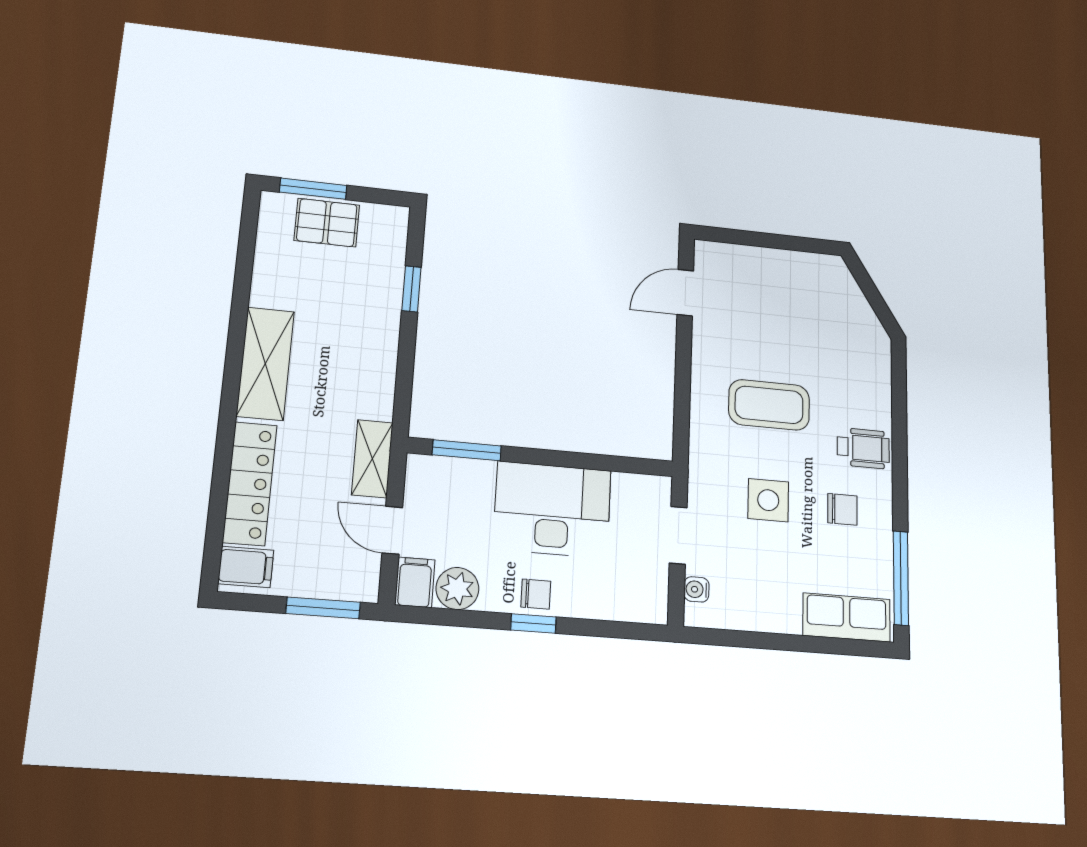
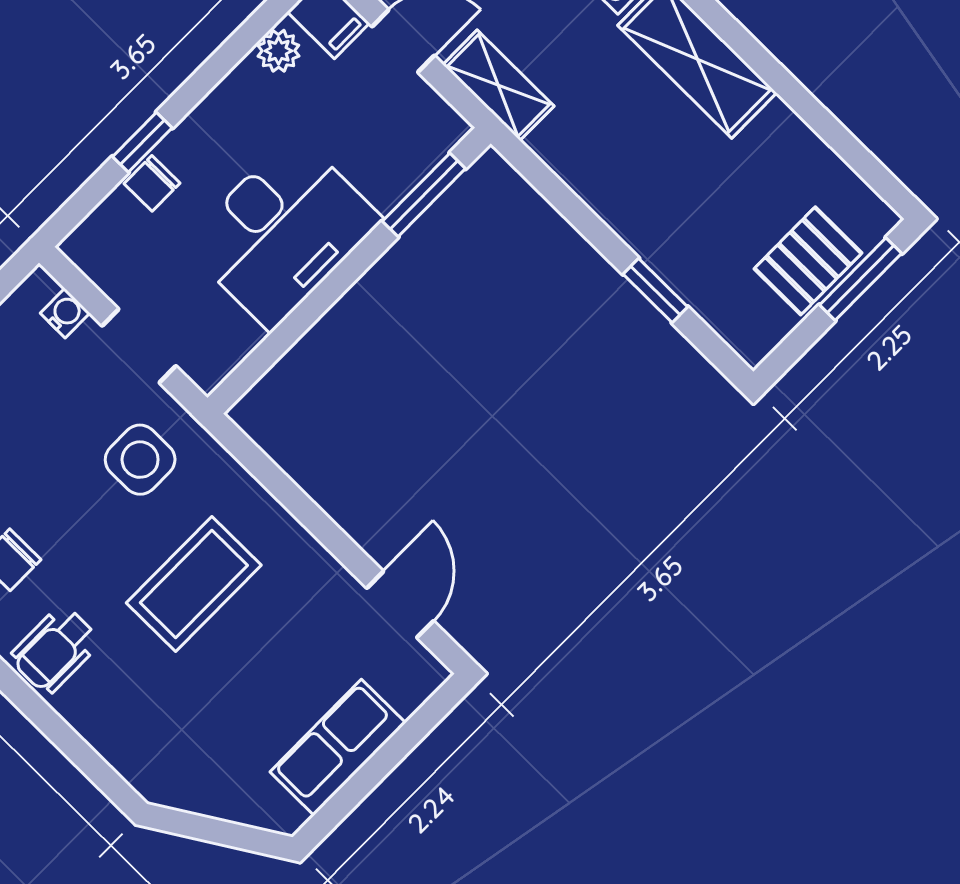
row of seats: (780, 268) -> (338, 747), added
side table: (768, 500) -> (140, 460), moved
plant: (457, 588) -> (278, 51), width x0.73, depth x0.73
chair: (536, 594) -> (152, 183), moved
window: (533, 623) -> (142, 142), moved

